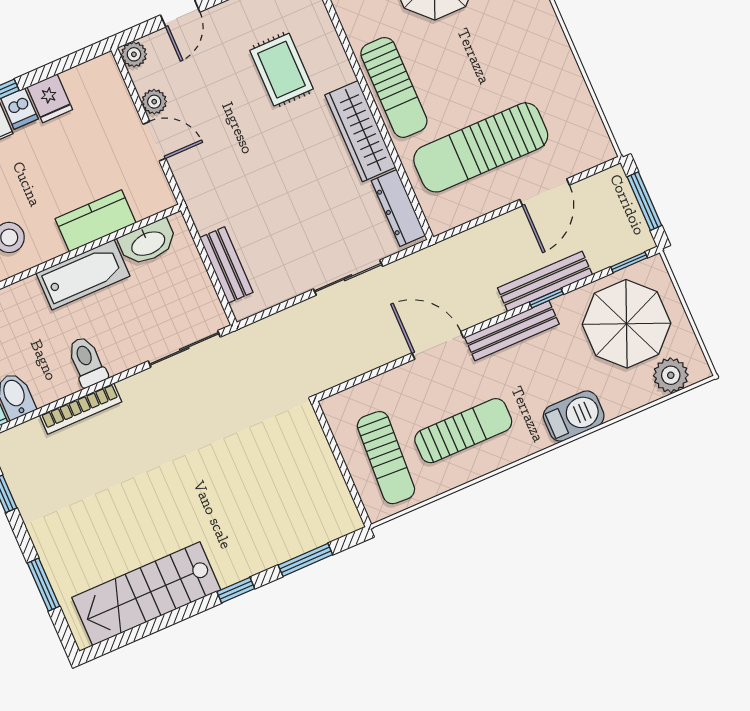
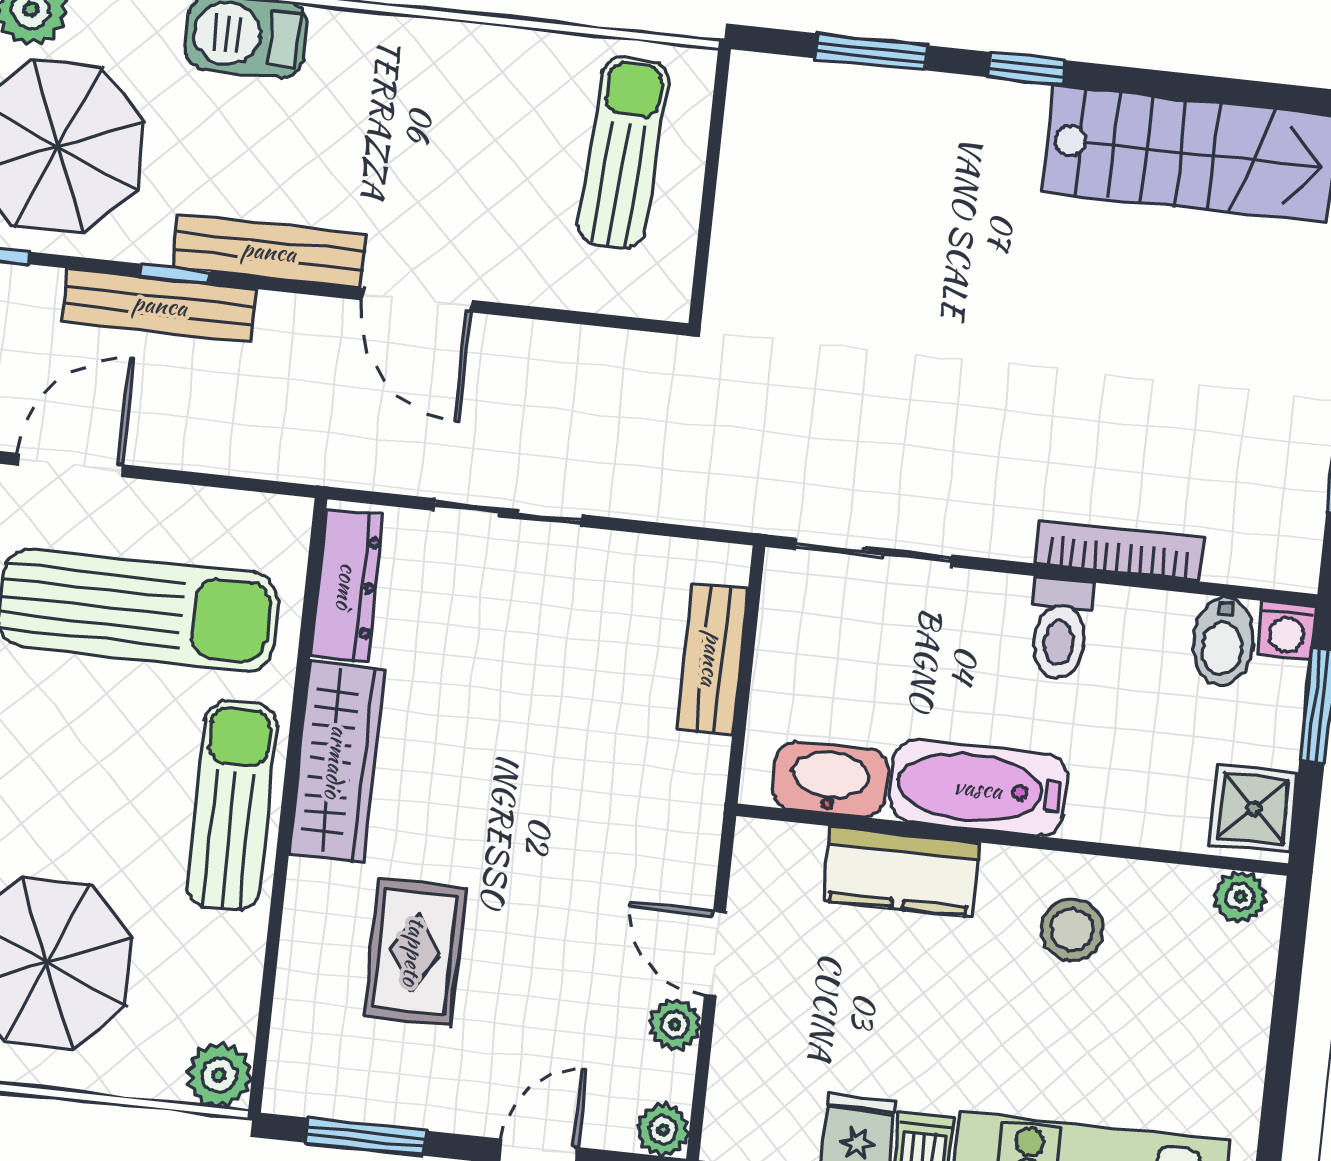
sun lounger: (463, 431) -> (458, 122), removed

